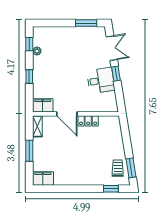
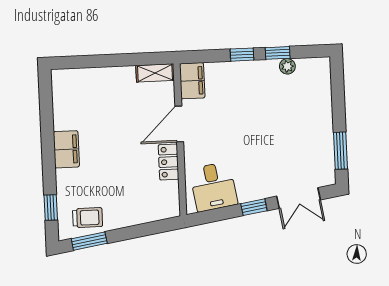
window: (29, 44) -> (278, 53), moved
desk: (101, 80) -> (213, 187), moved
window: (29, 151) -> (111, 60), removed
filing cabinet: (43, 178) -> (66, 149), moved

